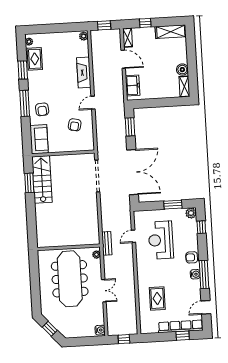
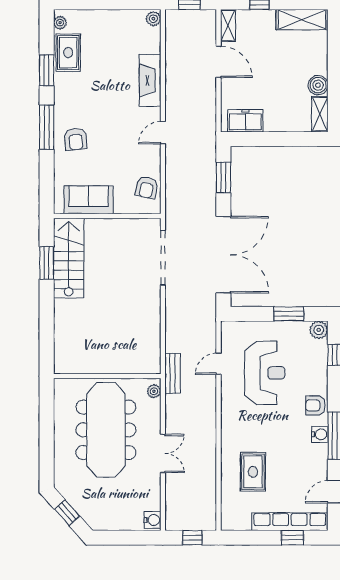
freezer: (133, 85) -> (245, 121), moved, turned -90
armchair: (75, 125) -> (147, 187), moved
sofa: (39, 139) -> (89, 200), moved, turned -90
reception desk: (161, 240) -> (265, 373), turned 180

